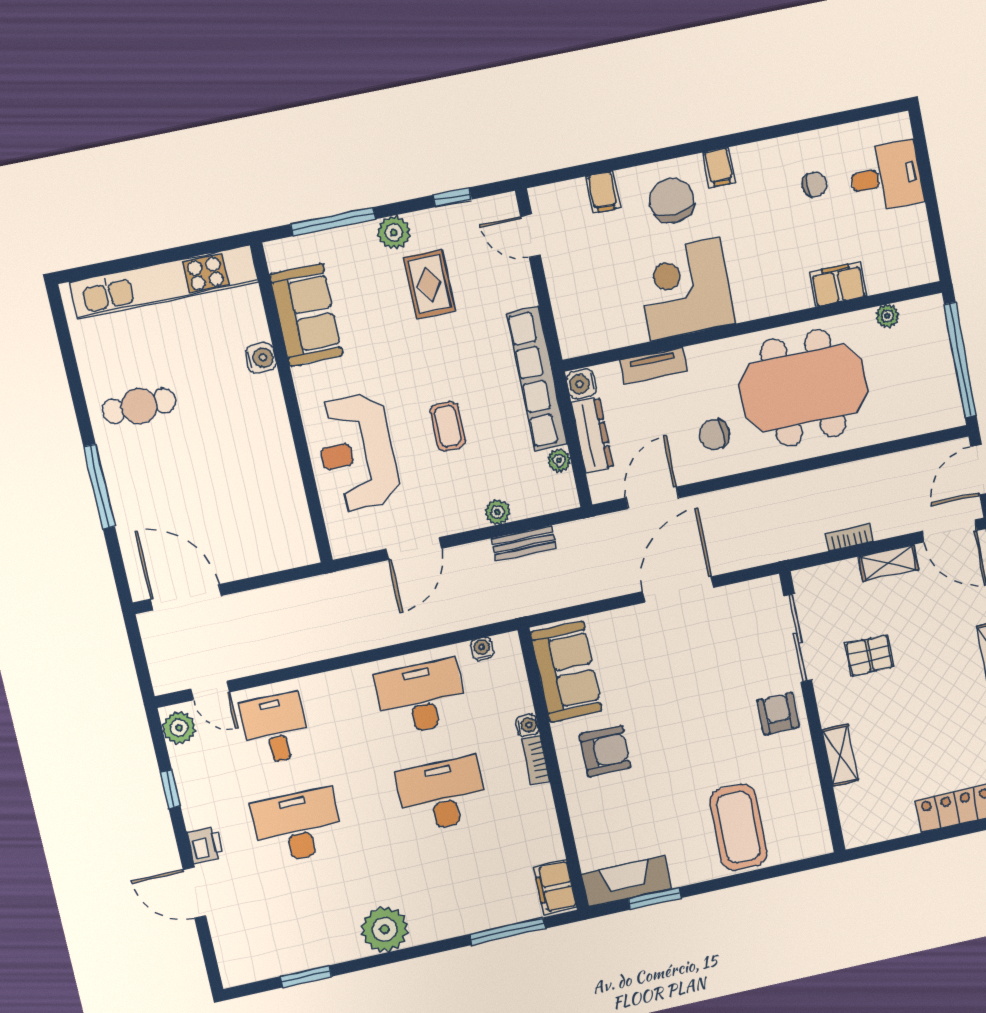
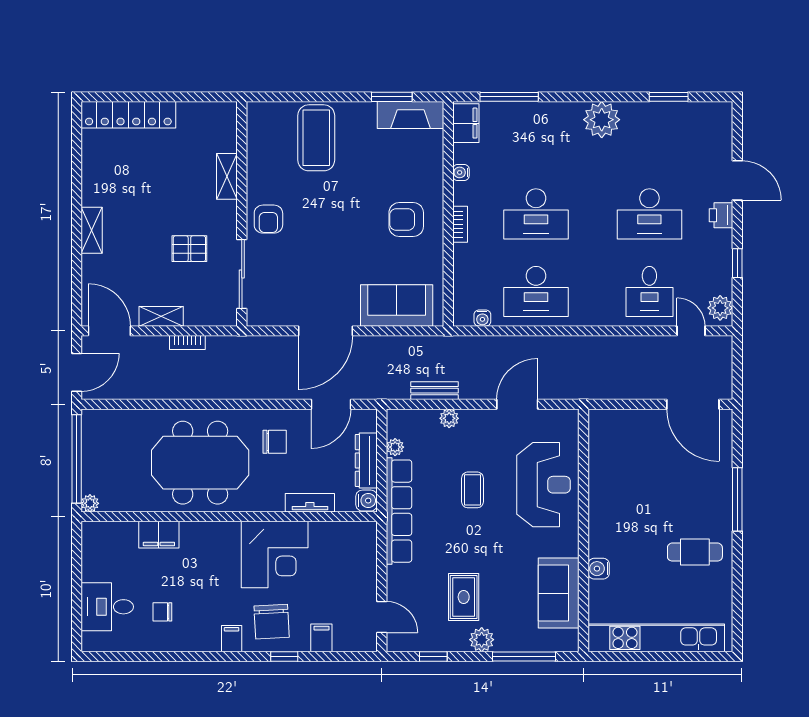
window: (646, 158) -> (284, 657), added
plant: (887, 316) -> (90, 503), moved
sofa: (566, 672) -> (397, 305), moved, turned 90
water cooler: (527, 725) -> (461, 172), moved

